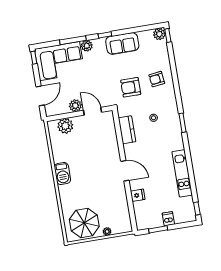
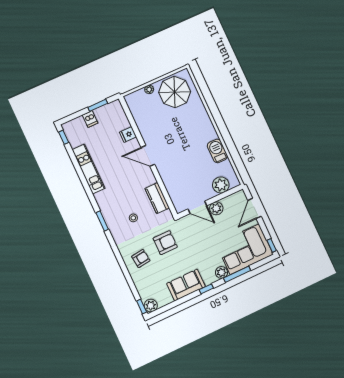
barbecue: (62, 174) -> (217, 151), moved

